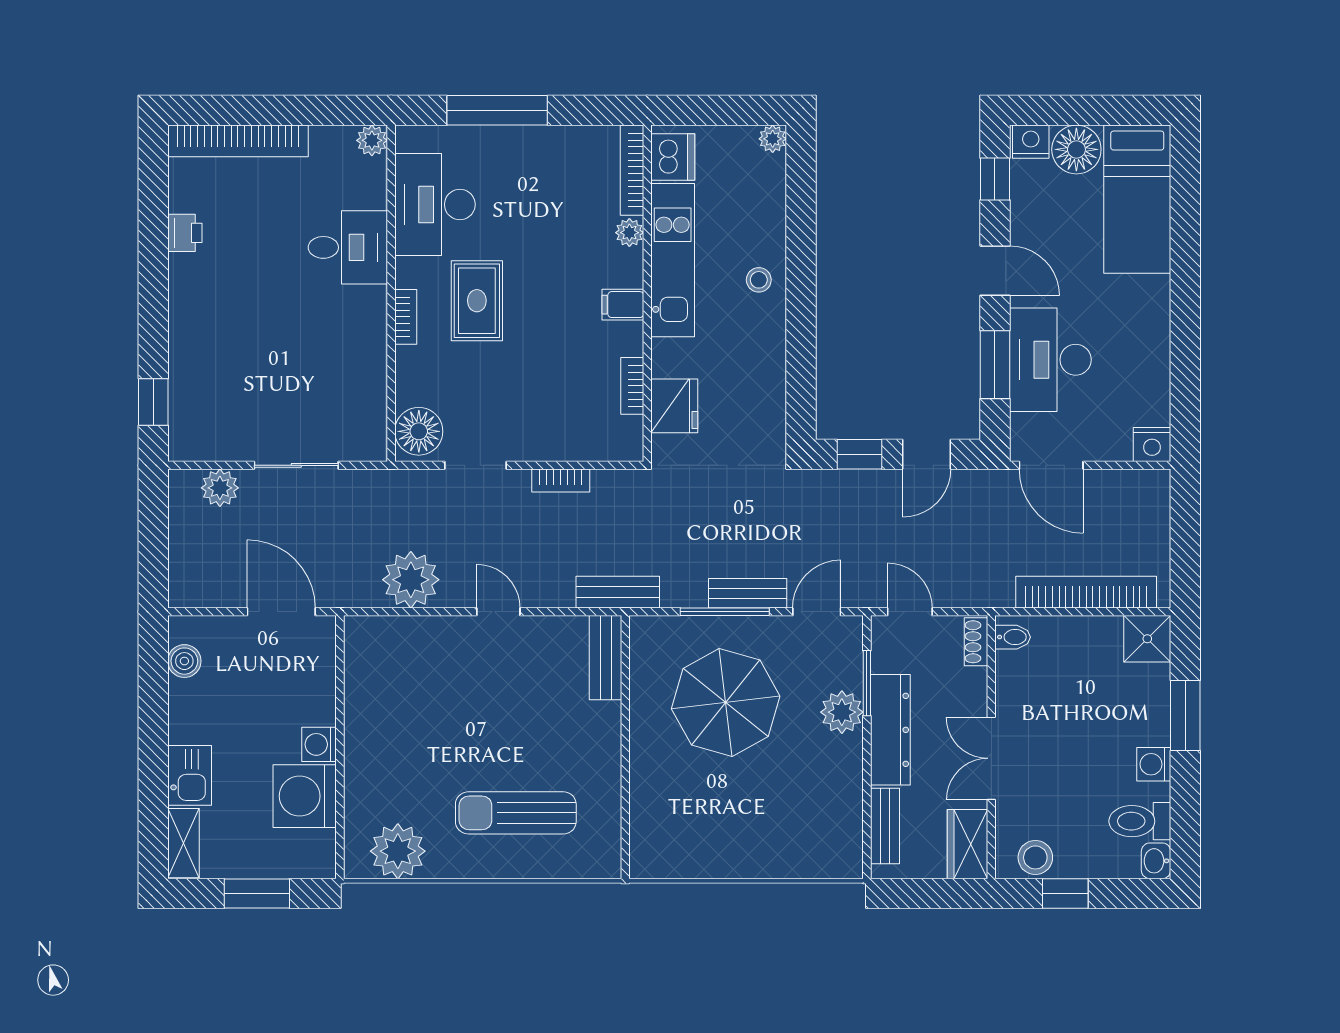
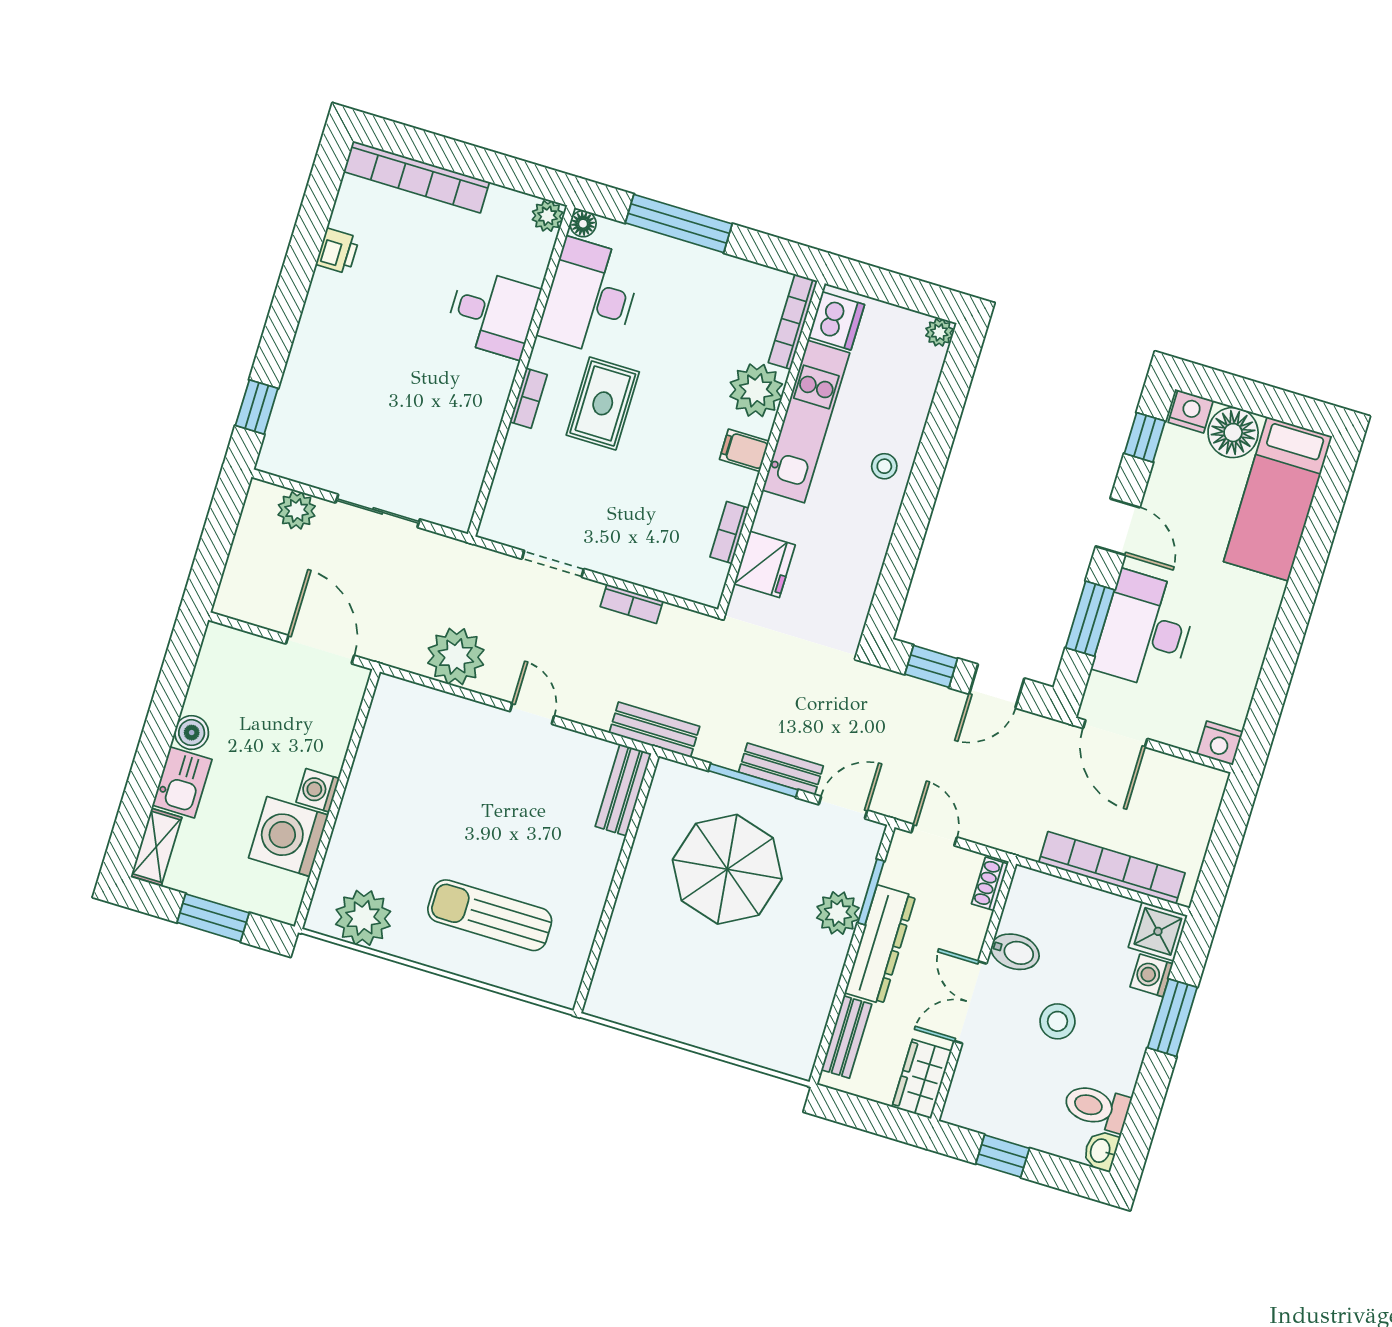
plant: (629, 233) -> (756, 390), width x1.88, depth x1.88
floor lamp: (419, 431) -> (583, 224), moved, width x0.53, depth x0.53
bidet: (1013, 637) -> (1015, 952), moved, width x1.38, depth x1.36
boiler: (184, 661) -> (192, 733), moved
washing machine: (1154, 764) -> (1152, 975), moved
stool: (1035, 857) -> (1057, 1021), moved

